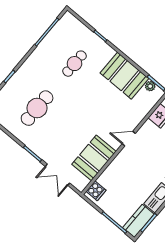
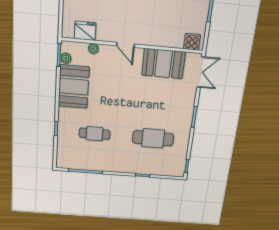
plant: (143, 112) -> (93, 49), added
double door: (57, 175) -> (201, 72), moved

